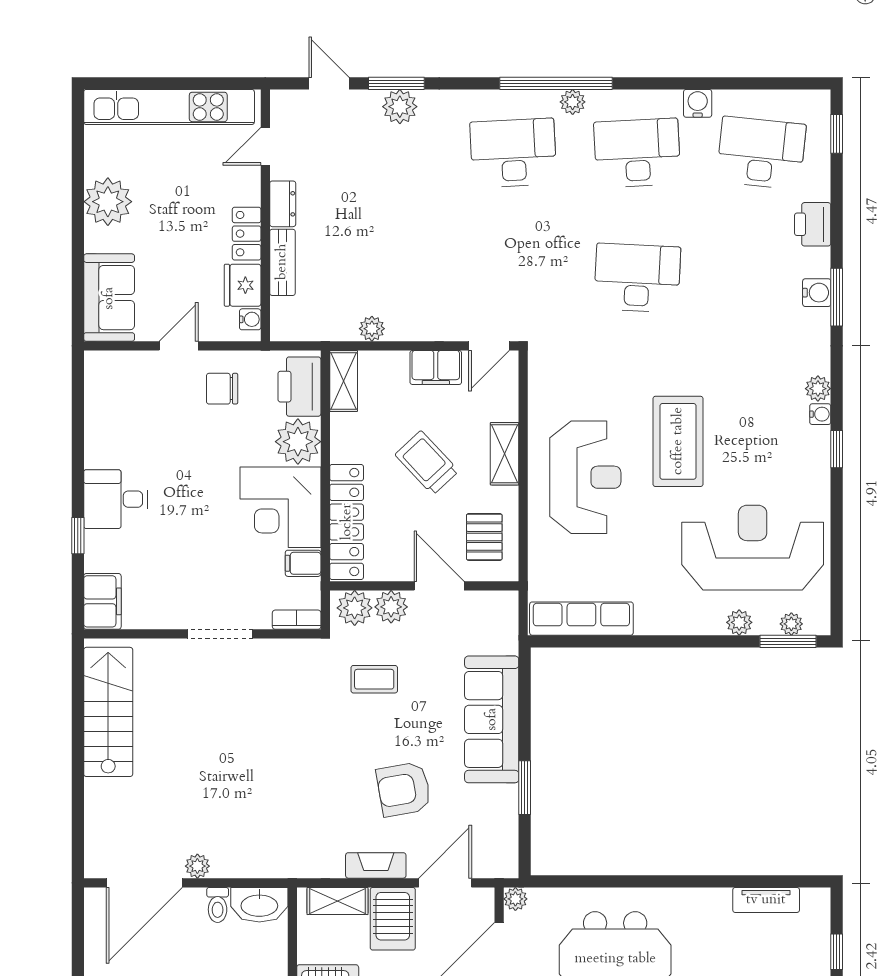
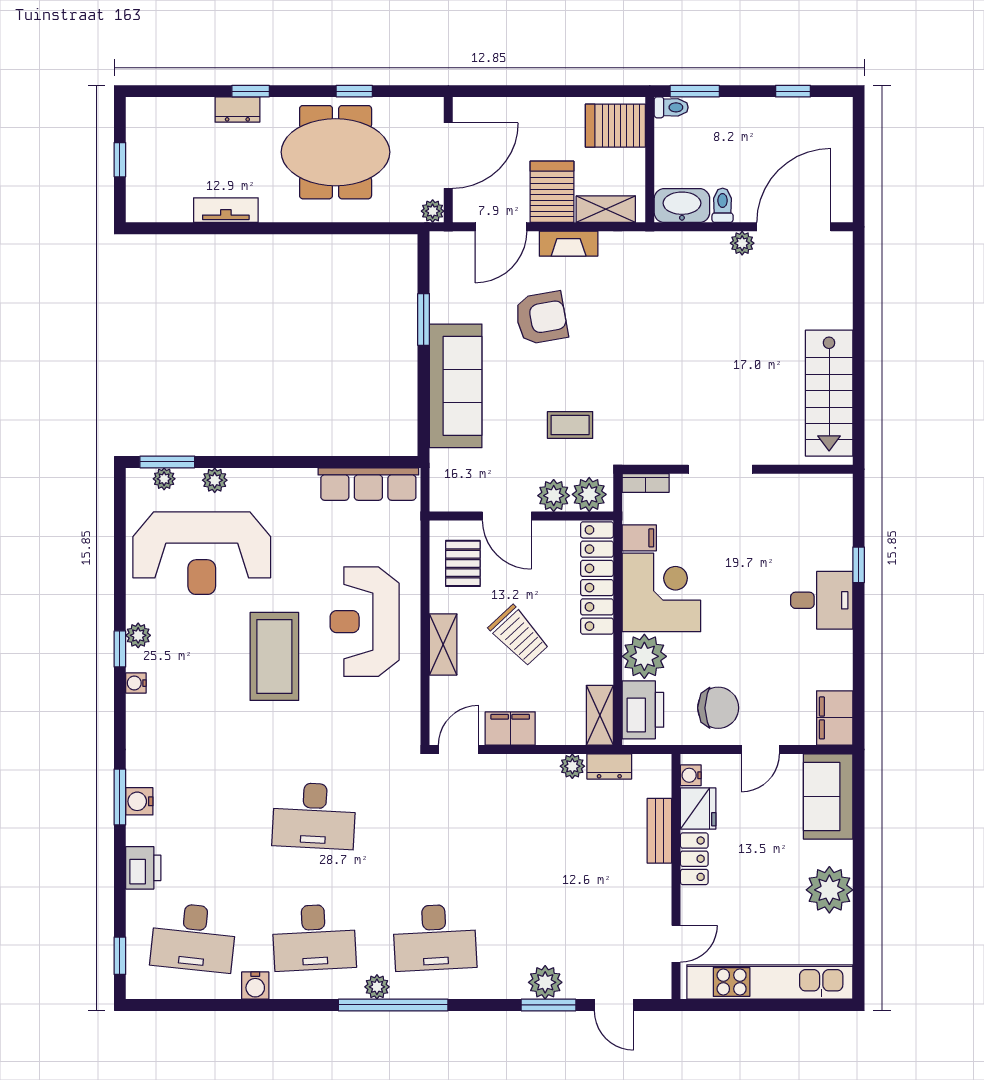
dresser: (283, 204) -> (609, 766), moved, turned -90
chair: (222, 389) -> (718, 708), width x1.37, depth x1.37
plant: (818, 389) -> (138, 635), moved
filing cabinet: (102, 601) -> (835, 718), moved
tv unit: (766, 900) -> (226, 210), moved

